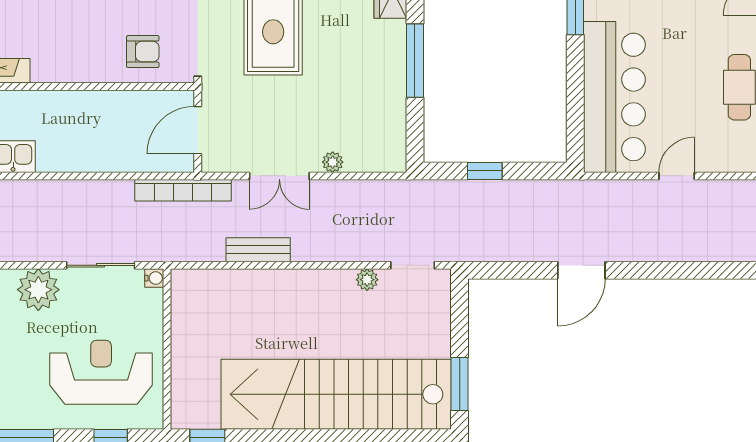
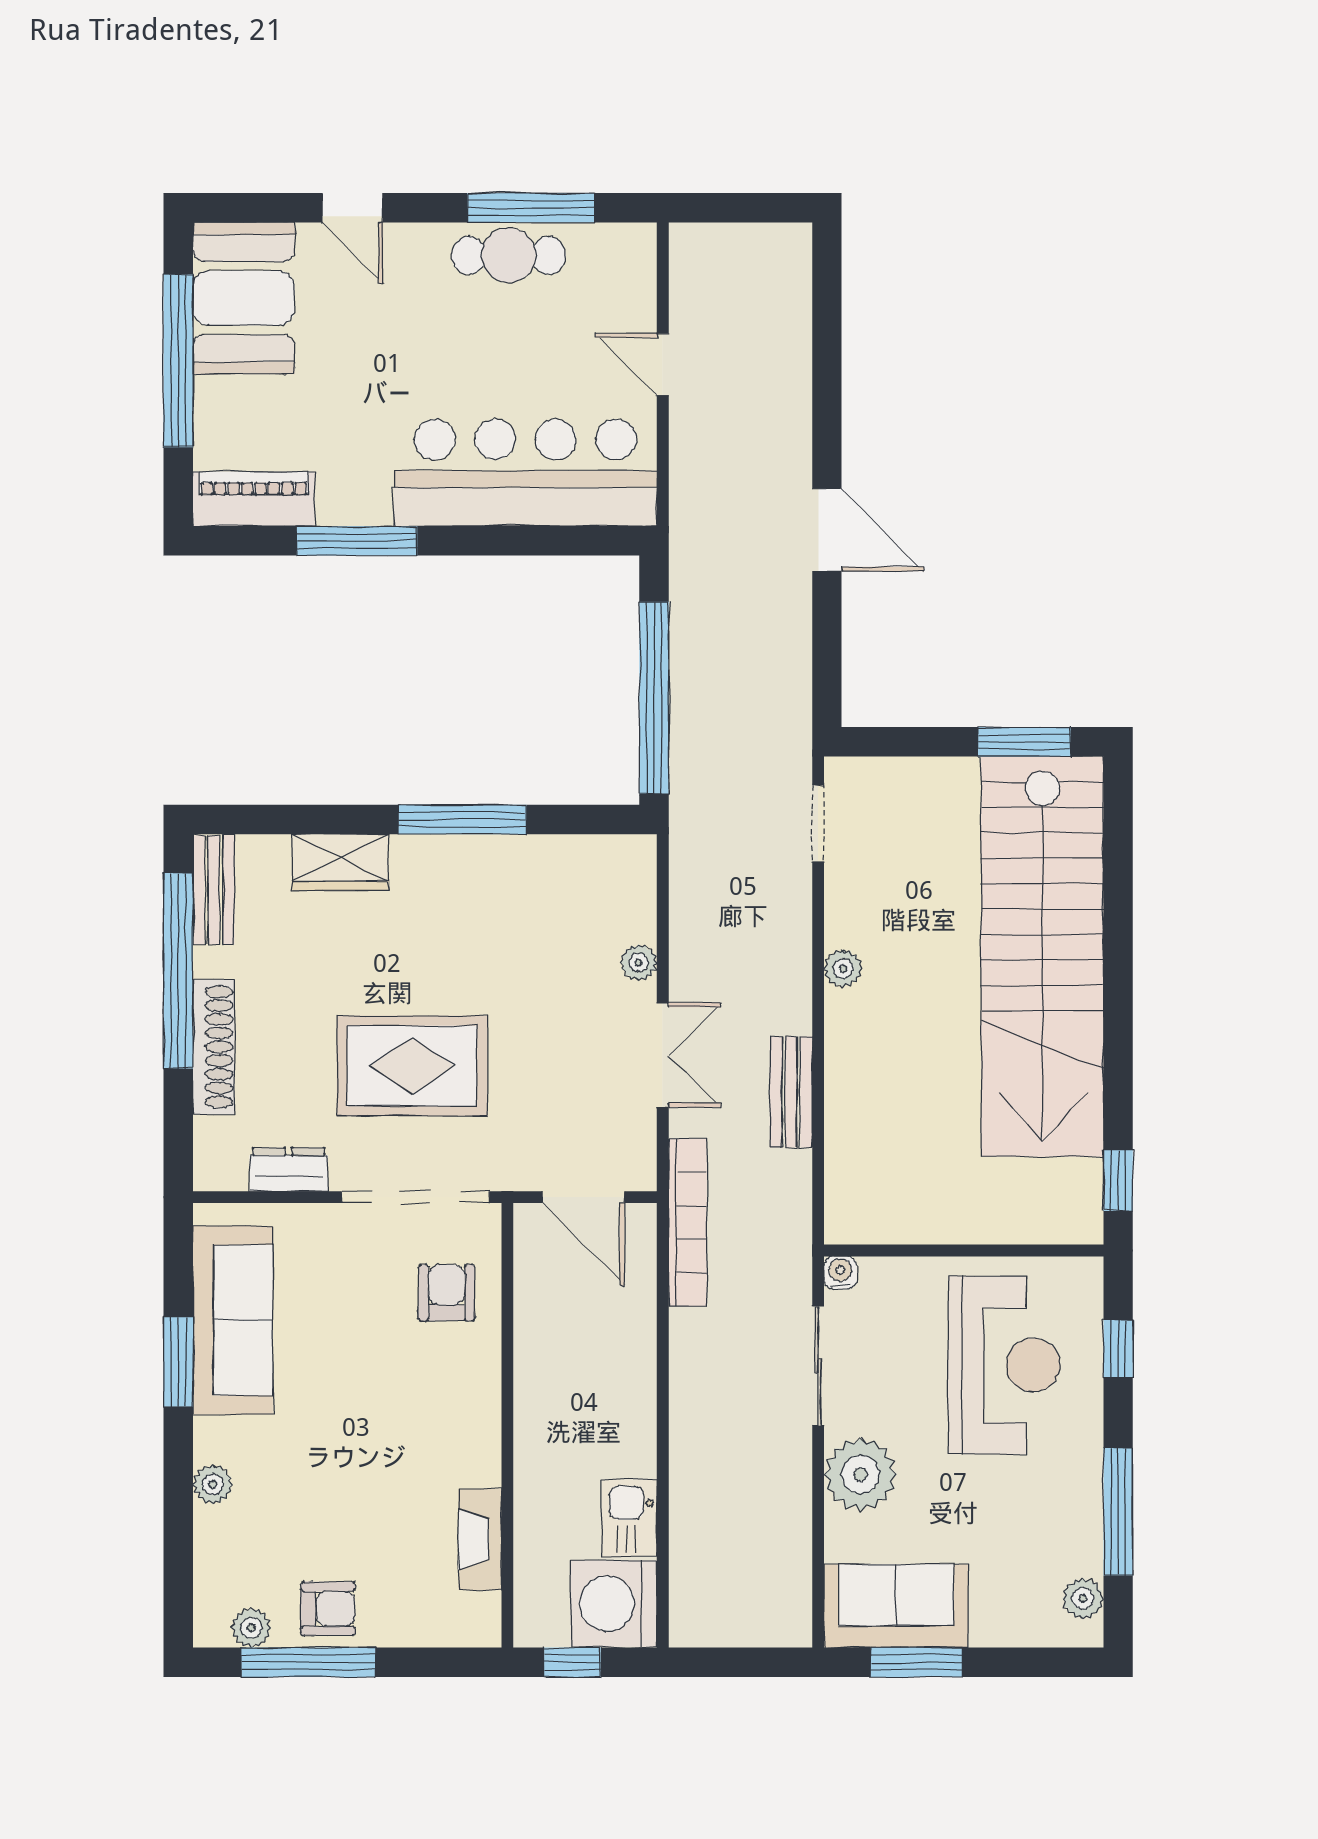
window: (485, 171) -> (654, 698), width x3.17
plant: (367, 280) -> (843, 968), moved
reception desk: (101, 372) -> (1004, 1365), turned 180

